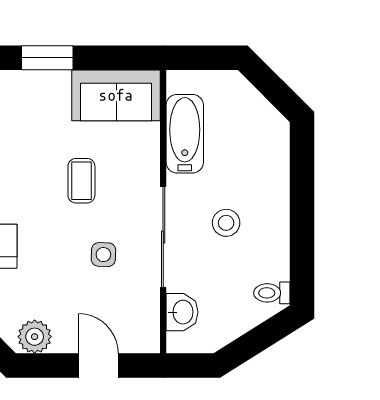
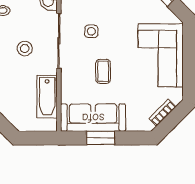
window: (47, 58) -> (101, 138), moved
sofa: (116, 95) -> (93, 118), width x1.36

